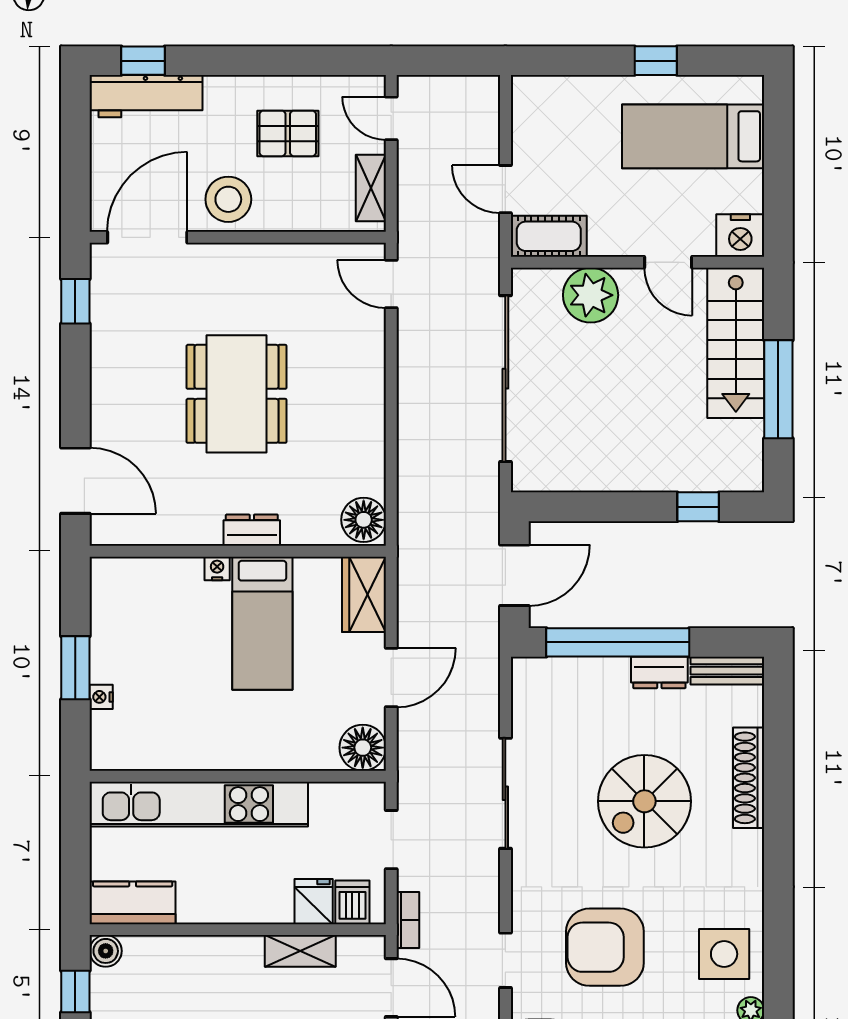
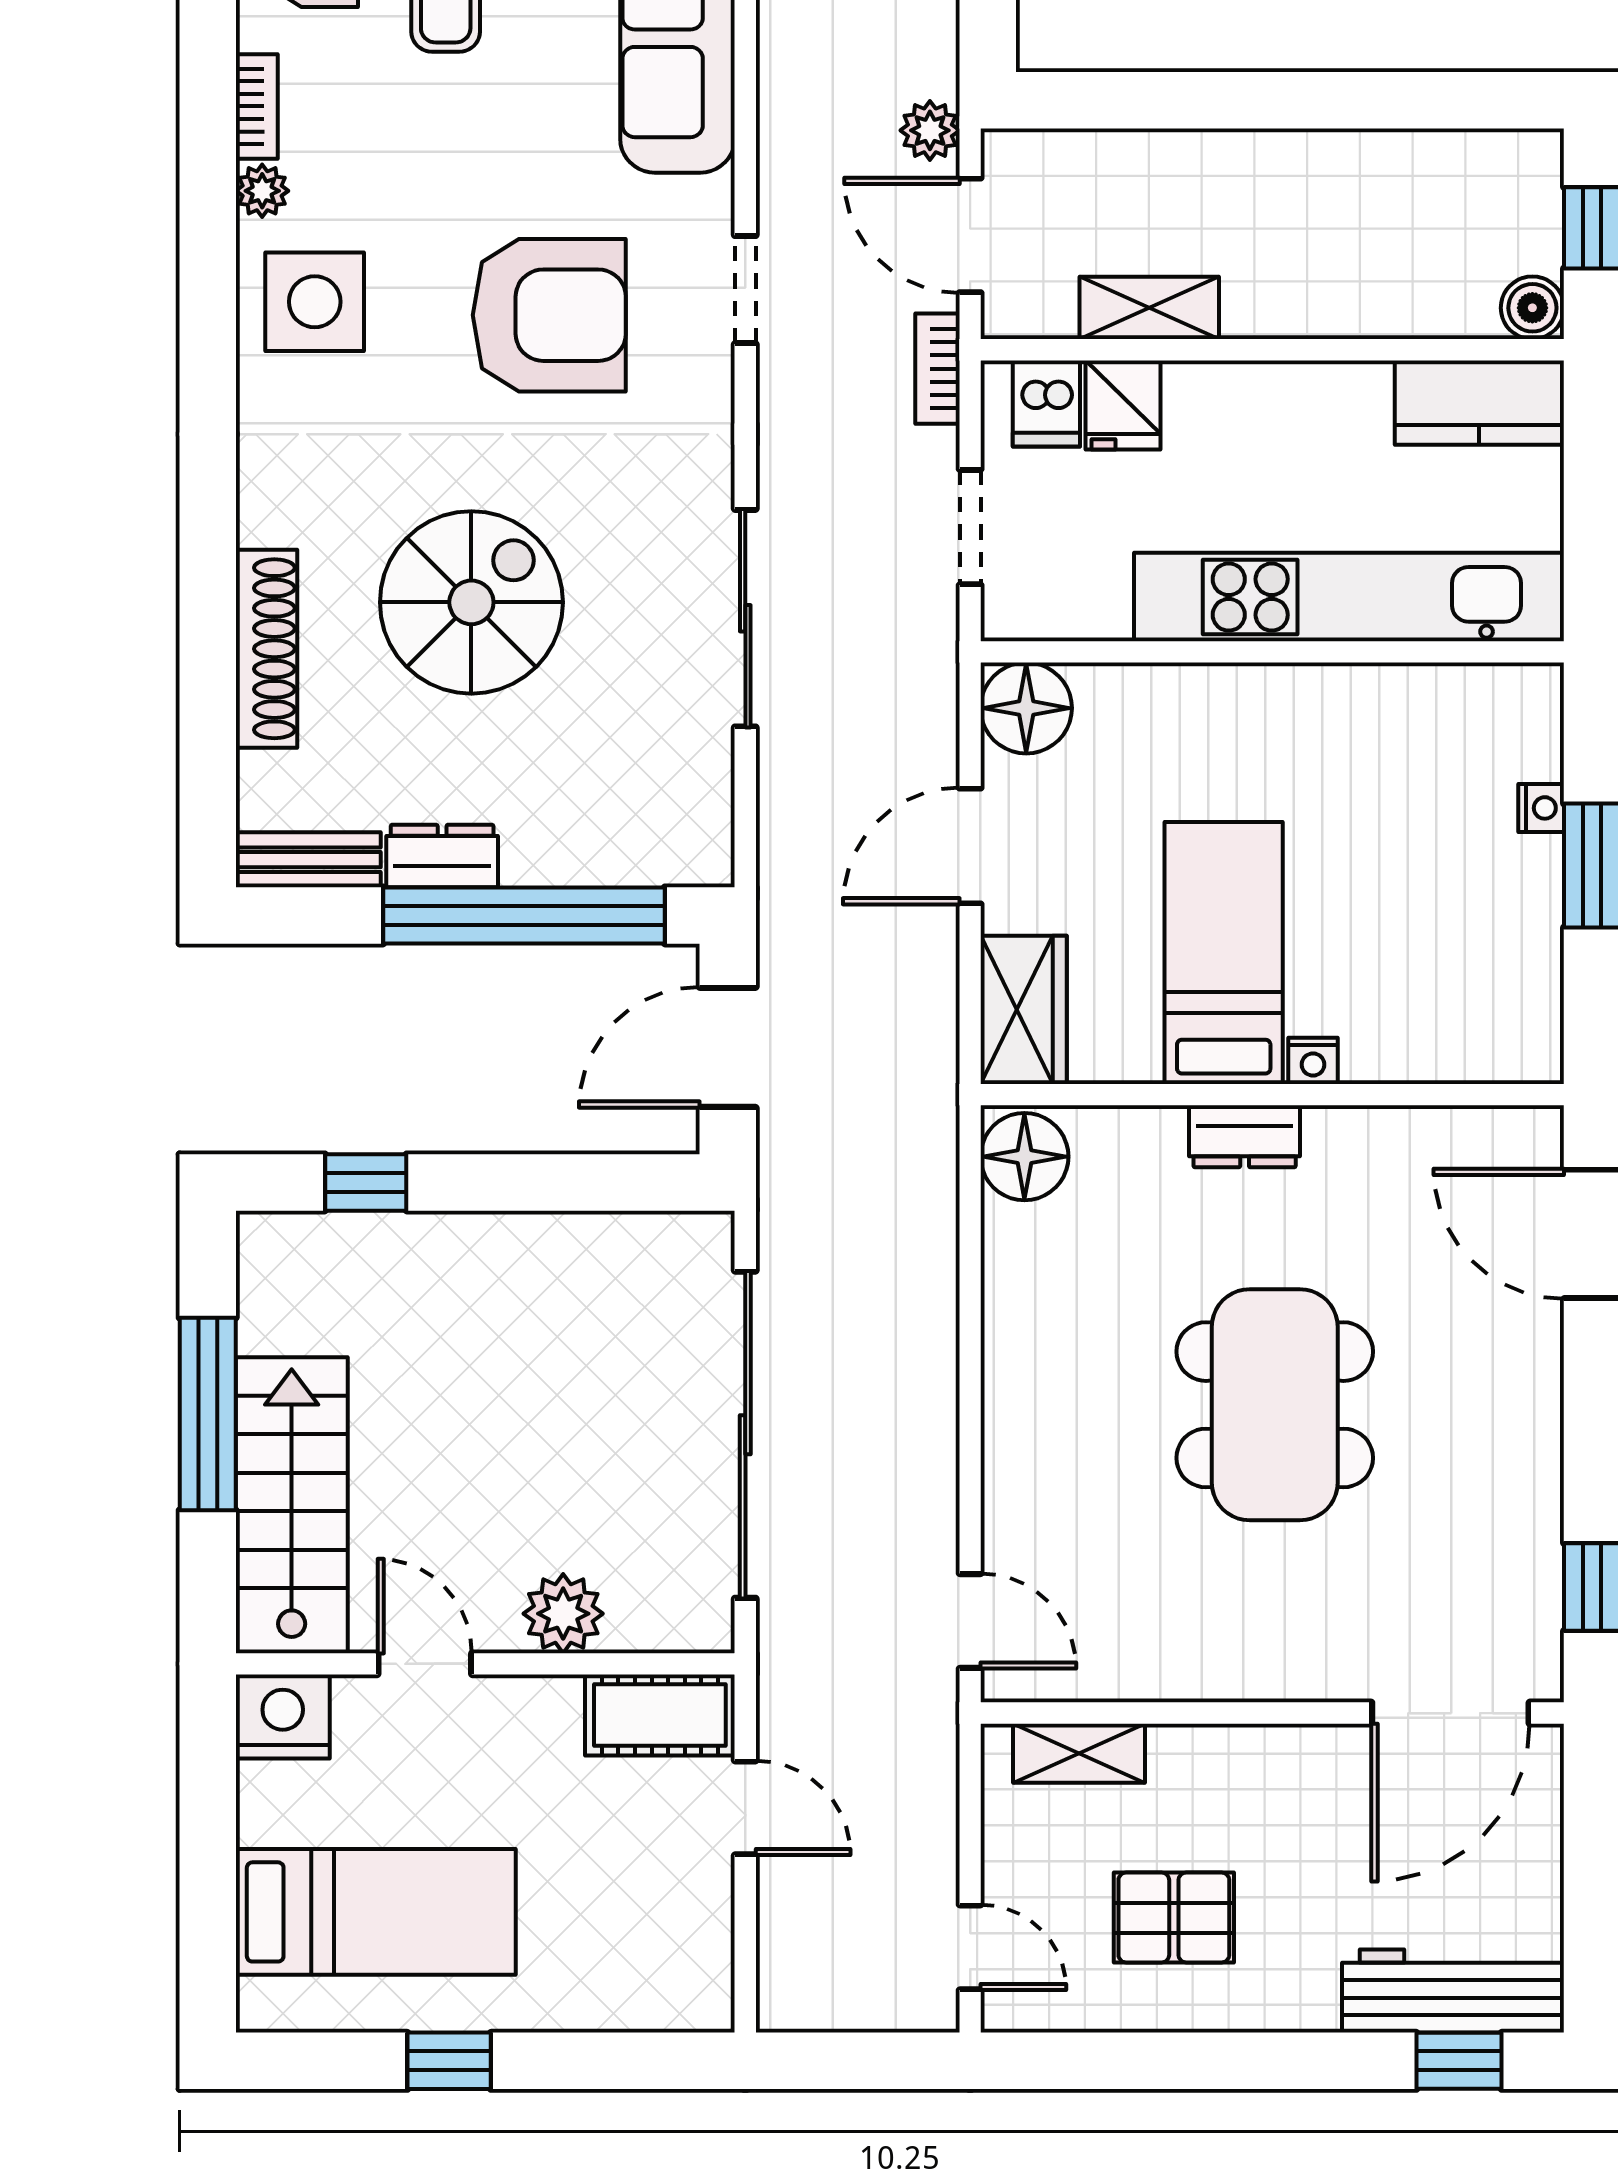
shelving: (371, 188) -> (1079, 1753), moved, turned 90
stool: (228, 199) -> (1291, 1788), removed
plant: (591, 295) -> (563, 1614), width x0.73, depth x0.73

